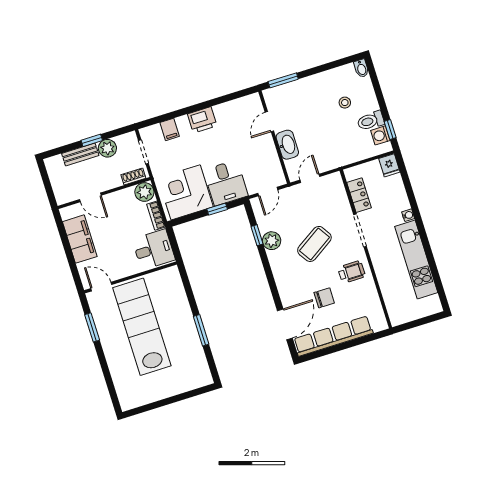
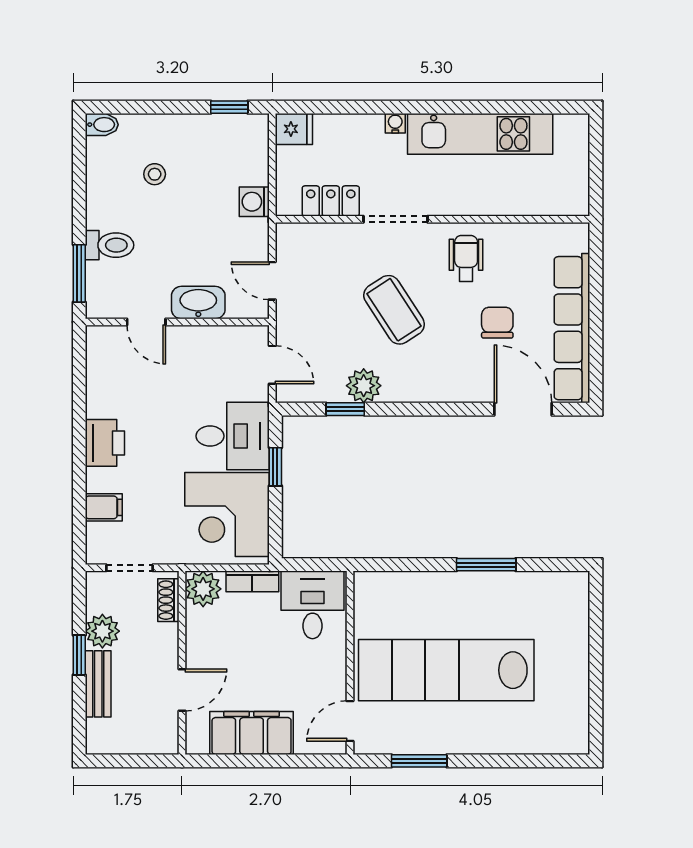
toilet: (371, 121) -> (110, 245), moved, turned -90
washing machine: (380, 135) -> (254, 202), moved, turned 90

